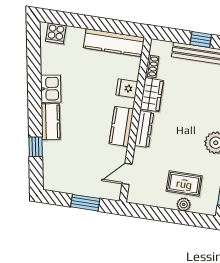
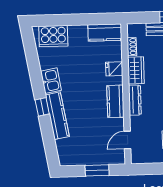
cooker: (56, 33) -> (53, 36), width x1.87, depth x1.31
kitchen counter: (114, 43) -> (105, 32), width x0.67
kitchen counter: (50, 122) -> (57, 116), width x1.50
window: (36, 147) -> (42, 107), moved

